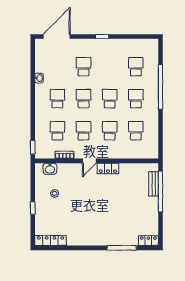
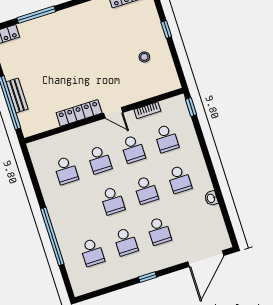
school desk: (136, 99) -> (126, 242), moved
door: (89, 161) -> (113, 113), swing flipped
locker: (108, 168) -> (79, 113), width x1.53
washbasin: (50, 169) -> (160, 87), removed
bench: (154, 184) -> (17, 95), moved

